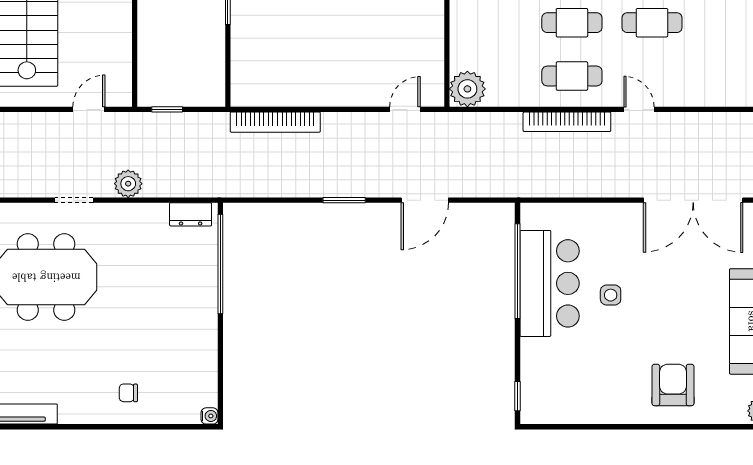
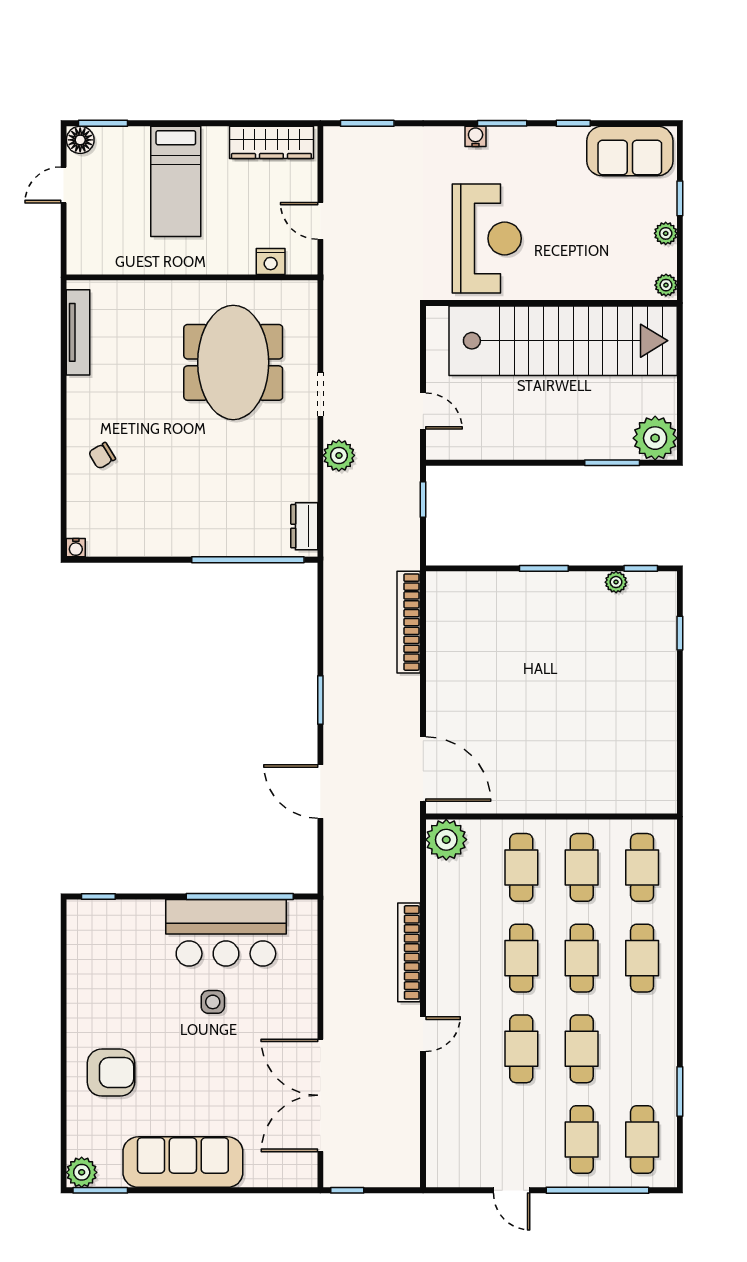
cafe table: (572, 76) -> (521, 867), moved
door: (405, 109) -> (423, 769), width x1.88
chair: (128, 393) -> (102, 456), turned -121

